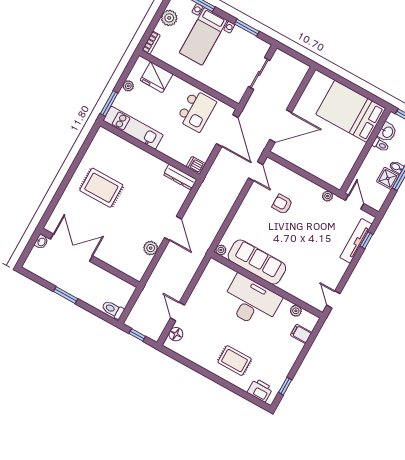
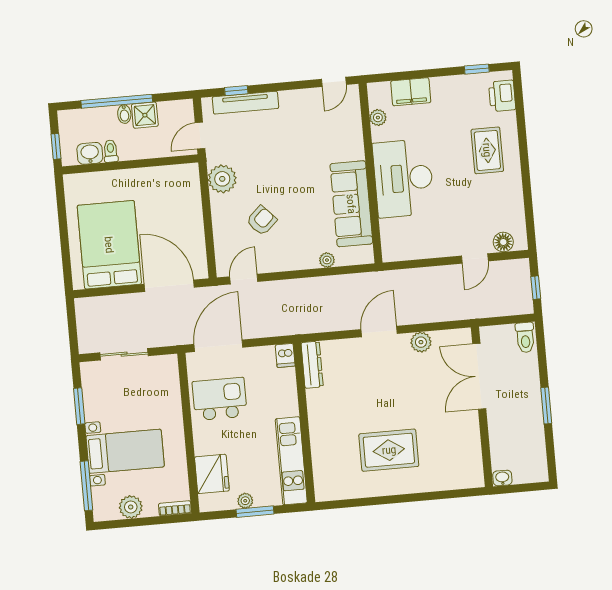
window: (109, 103) -> (255, 512), moved
bed: (351, 111) -> (109, 245), moved, turned 180
rug: (101, 188) -> (389, 450), turned 90
plant: (328, 196) -> (222, 179), width x1.87, depth x1.87
armchair: (282, 204) -> (262, 221), turned -133
double door: (72, 248) -> (479, 376), moved
plant: (221, 250) -> (327, 260), moved
filing cabinet: (301, 334) -> (411, 92), width x2.00

